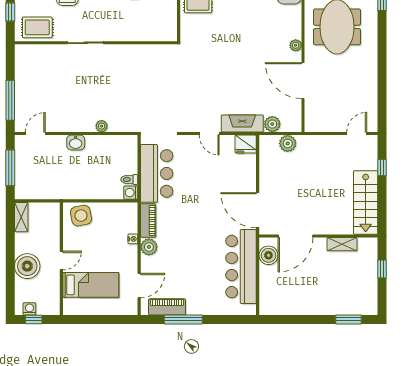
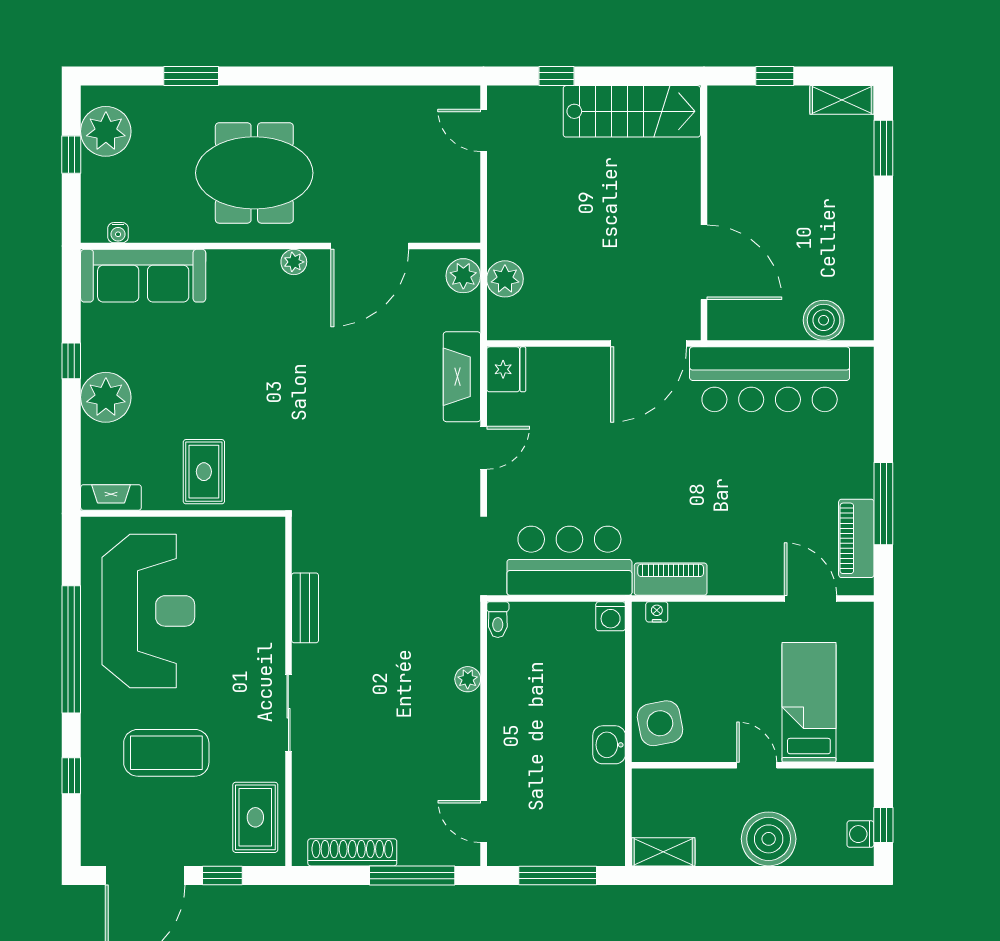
bench: (135, 50) -> (305, 608), added
shoe rack: (21, 72) -> (352, 852), added
plant: (272, 124) -> (463, 276), moved
washbasin: (76, 143) -> (609, 745), moved, turned 180
toilet: (129, 179) -> (498, 620), moved
nightstand: (133, 239) -> (657, 612), moved
shelving: (342, 244) -> (842, 100), moved, turned 90
plant: (149, 247) -> (727, 577), removed
boiler: (268, 255) -> (824, 320), moved

